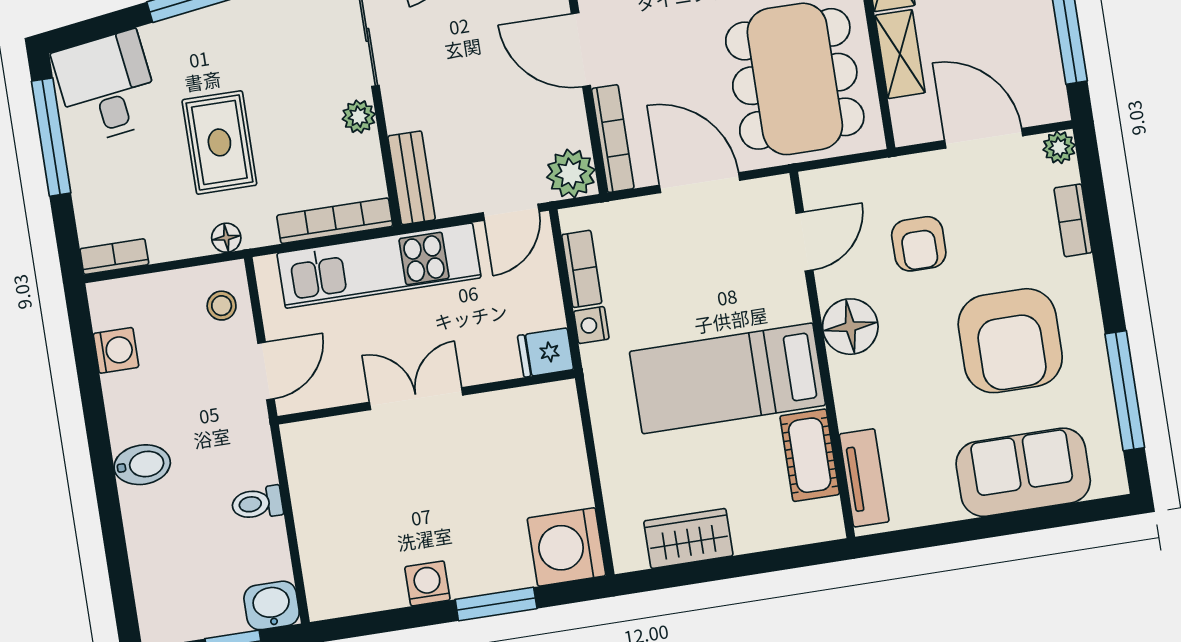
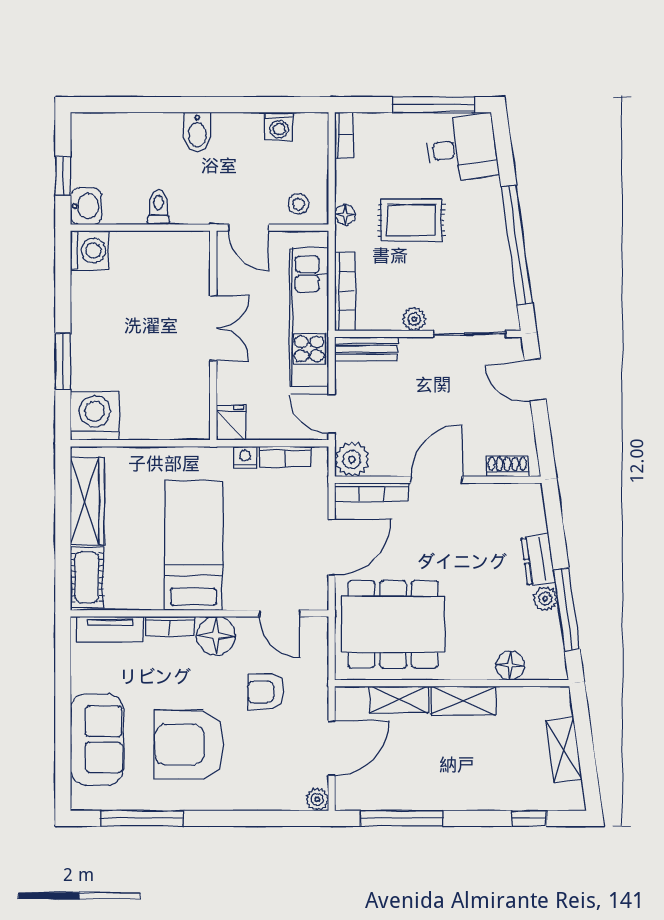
bookcase: (1073, 220) -> (170, 626), moved, turned 180
cot: (810, 455) -> (87, 577), moved, turned 90
wardrobe: (688, 538) -> (87, 501), width x1.50
washing machine: (427, 583) -> (90, 250), moved, width x1.38, depth x1.38

